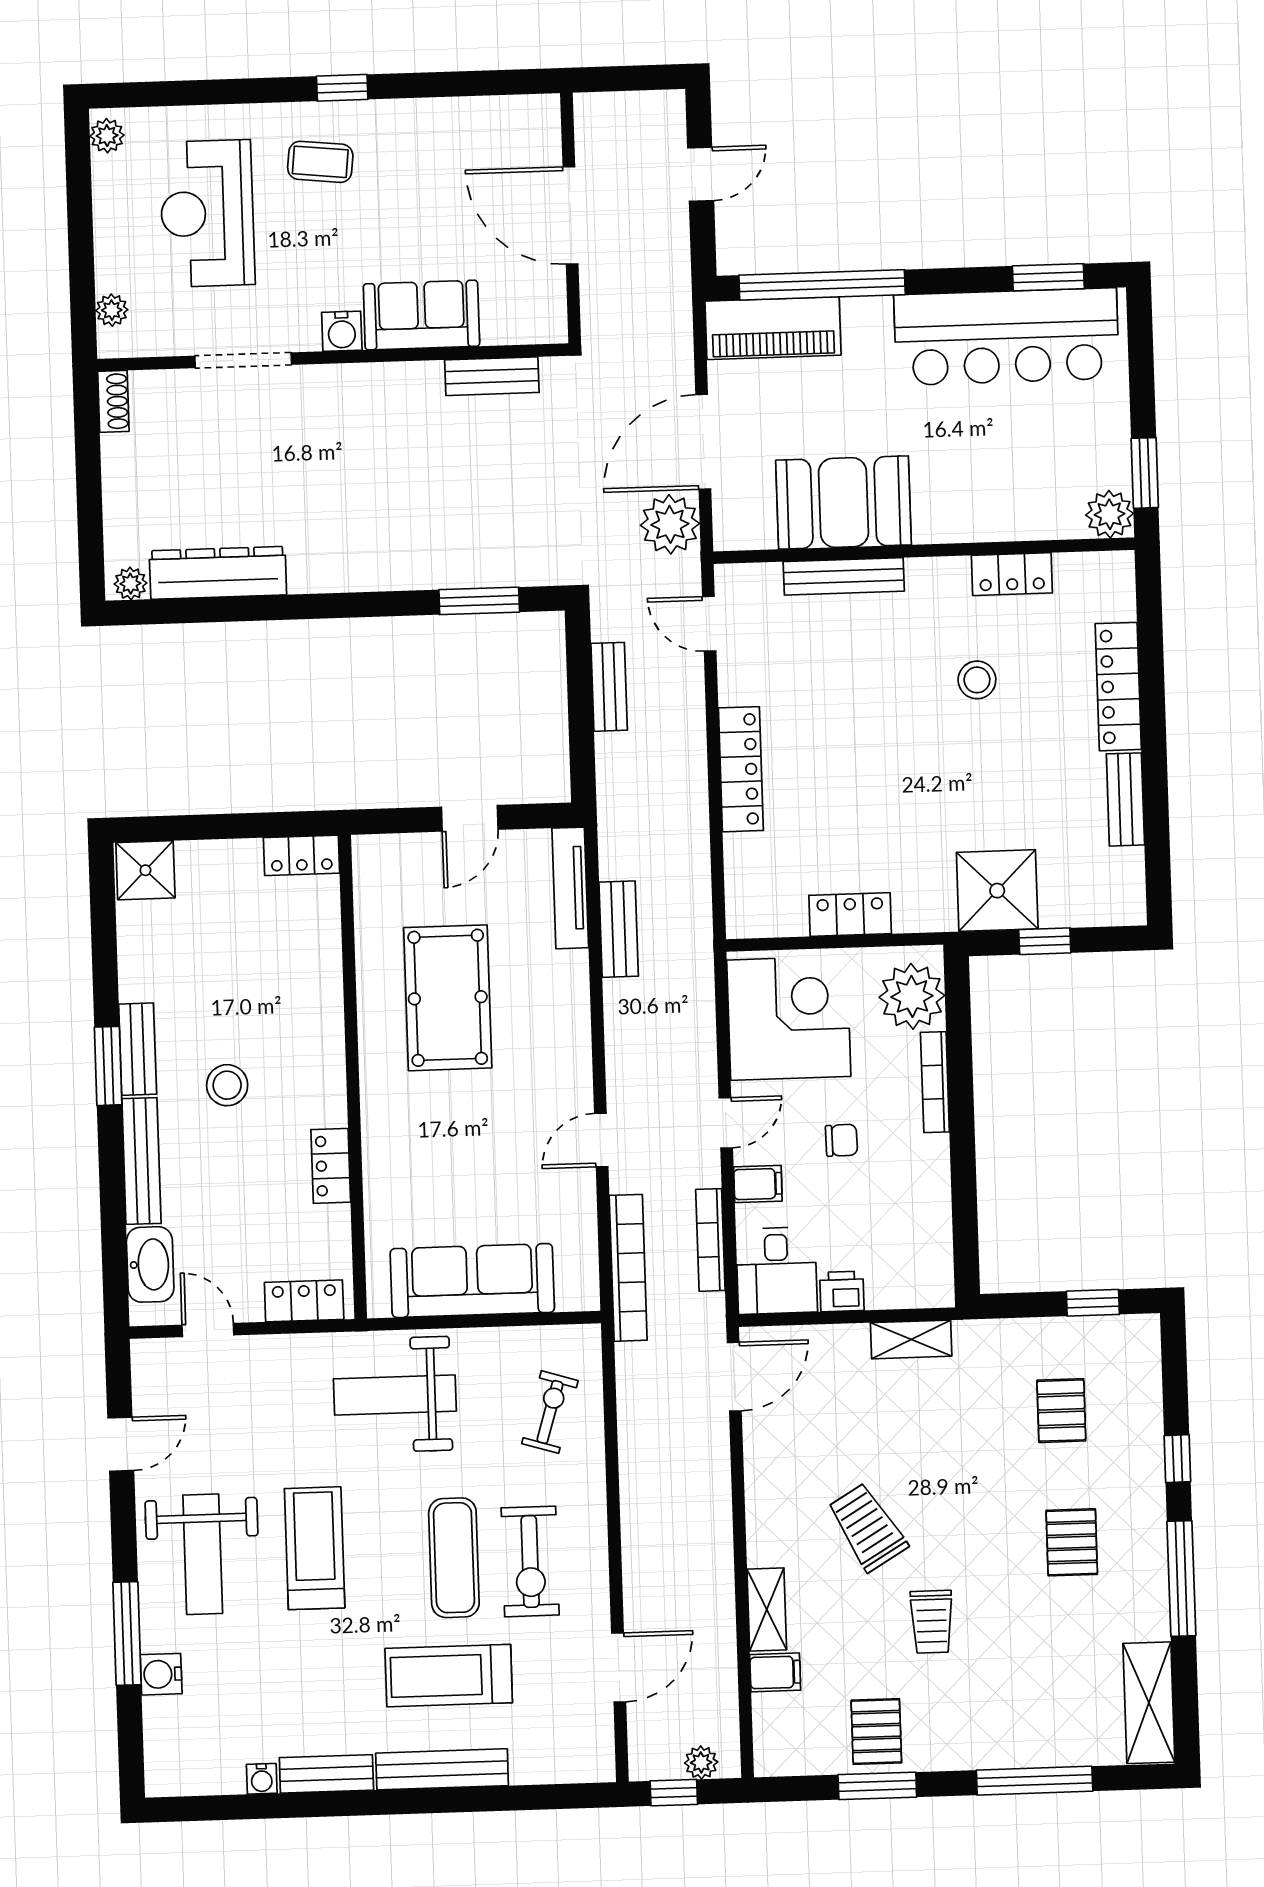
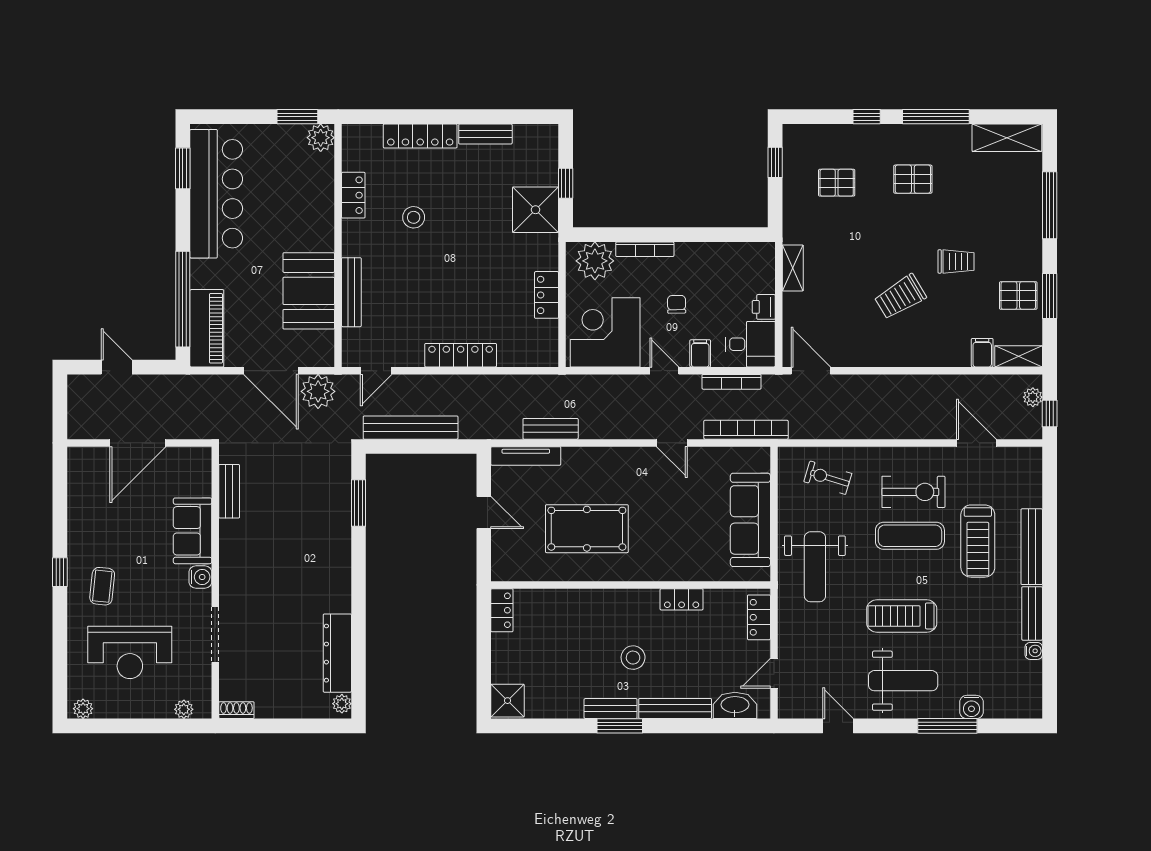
bench: (609, 687) -> (411, 428), width x1.86, depth x1.21
shelving: (767, 1609) -> (1019, 356), moved

